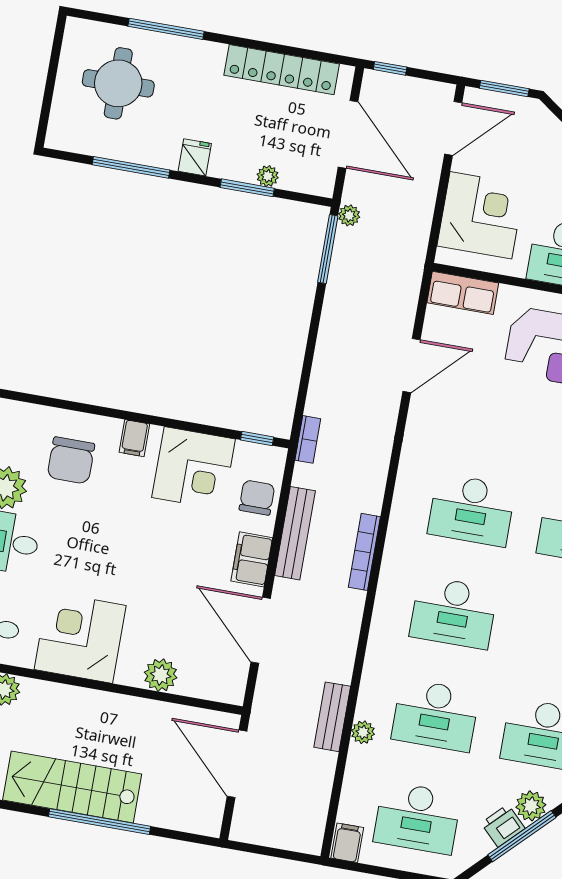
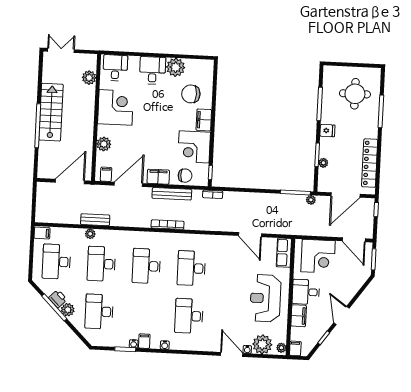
filing cabinet: (134, 438) -> (204, 120), width x2.00
filing cabinet: (231, 679) -> (106, 174), added

